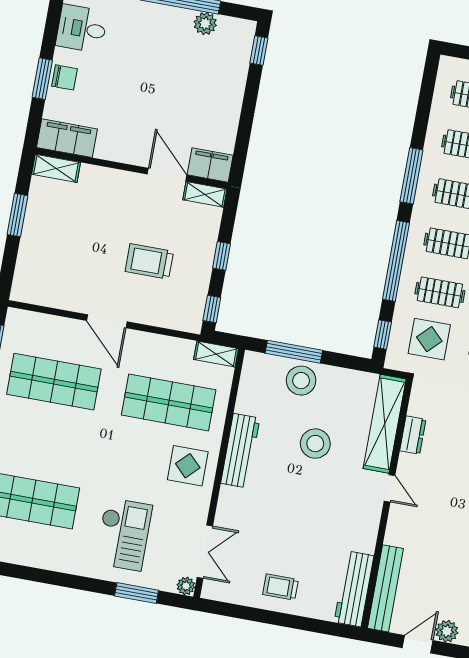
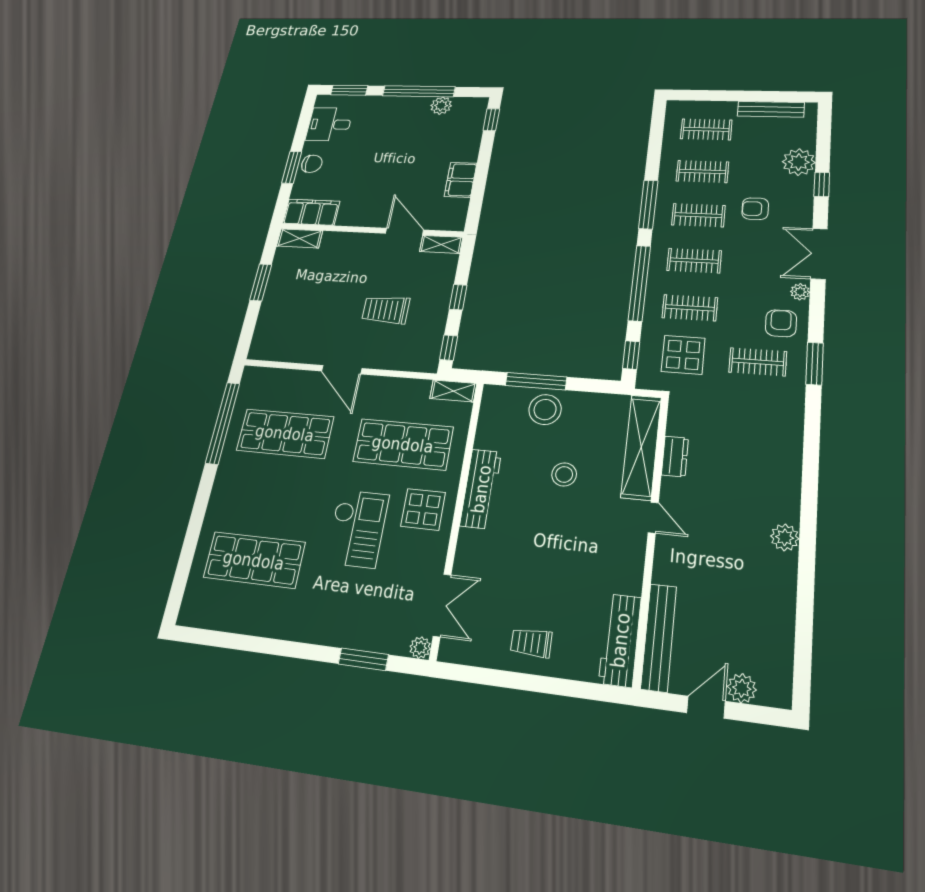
filing cabinet: (210, 165) -> (461, 180), moved, turned -90
stool: (315, 444) -> (564, 474), width x0.73, depth x0.73
checkout: (124, 534) -> (357, 529), moved

